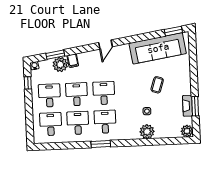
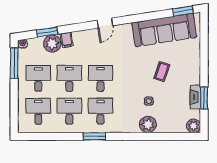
window: (28, 83) -> (14, 63), width x2.17

